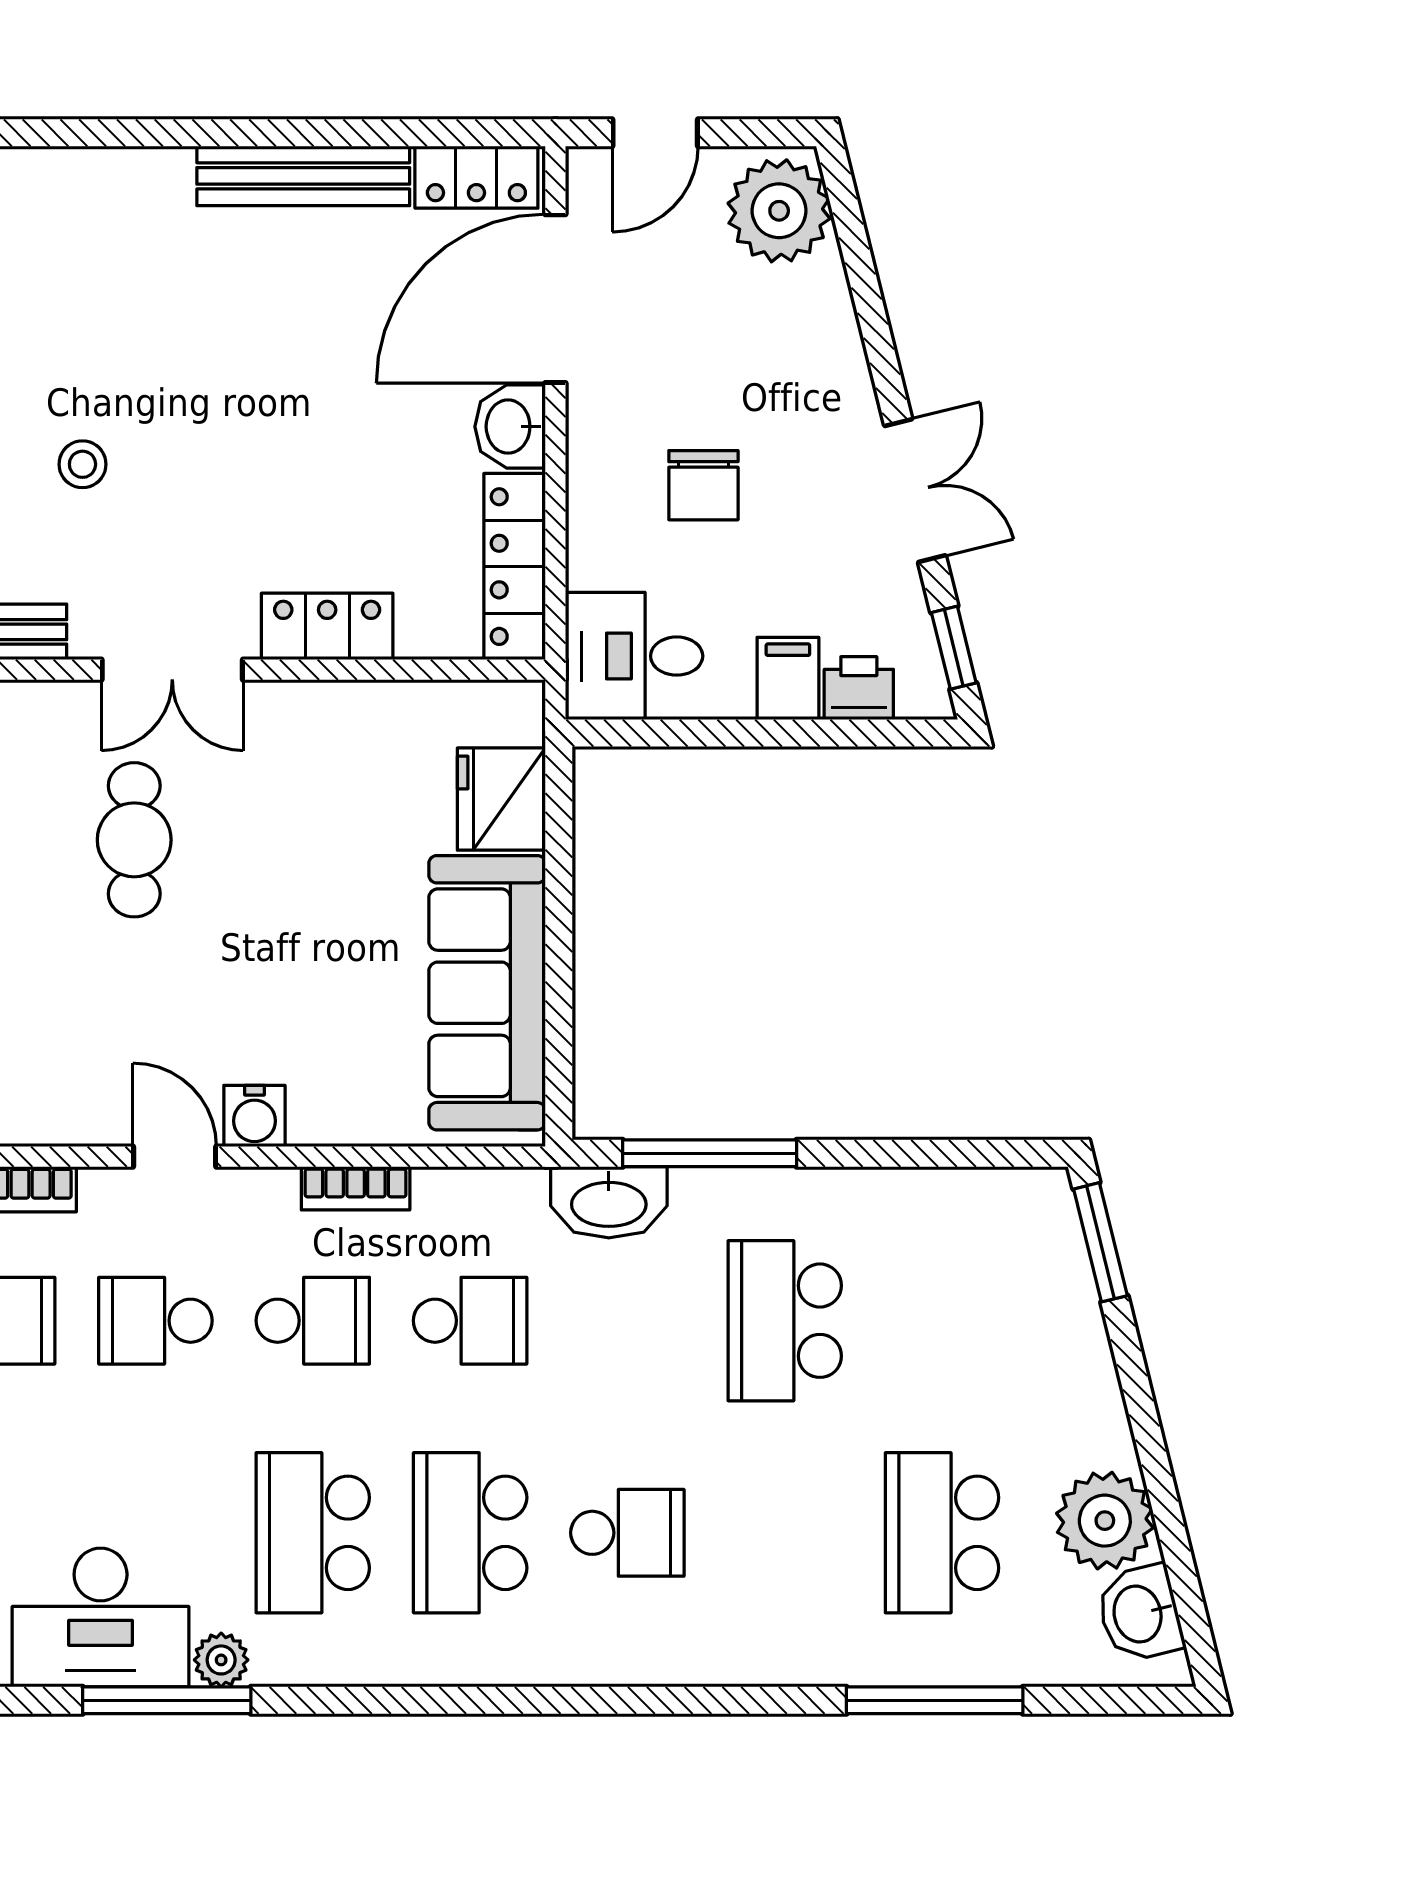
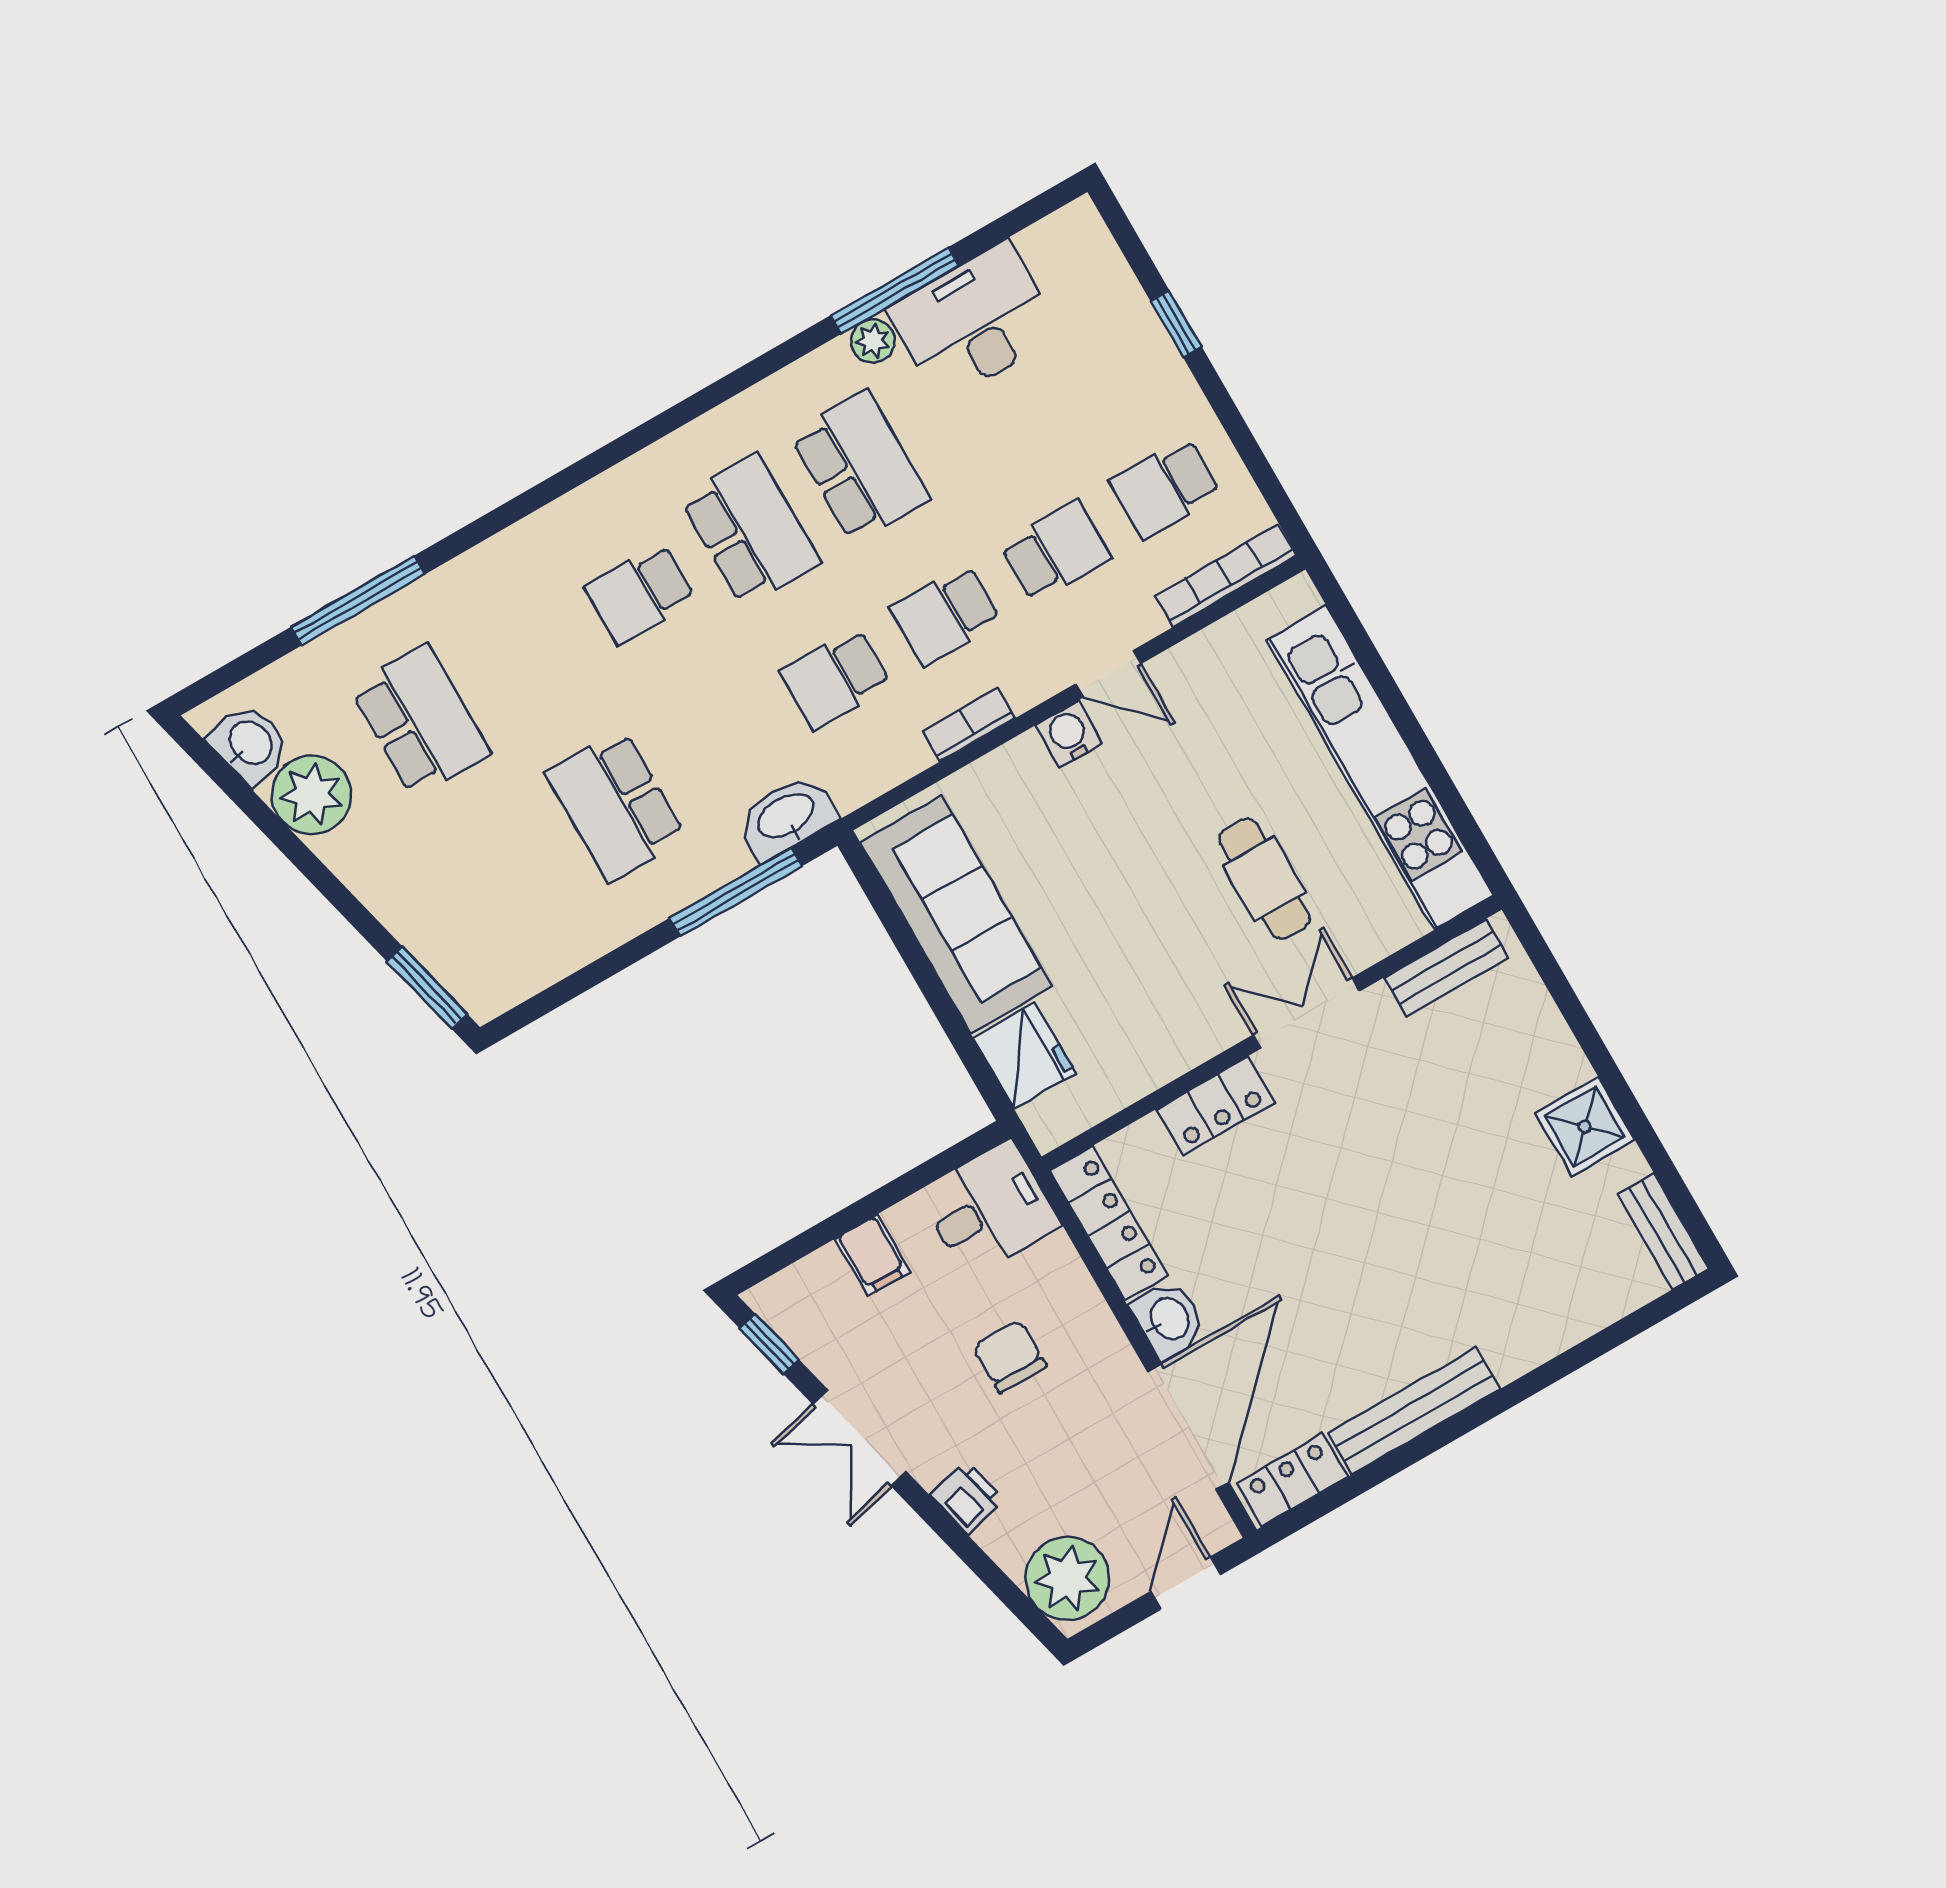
stool: (82, 464) -> (1452, 1120), removed
printer: (859, 688) -> (967, 1497), moved, turned -104
school desk: (785, 1321) -> (616, 805), turned 180

